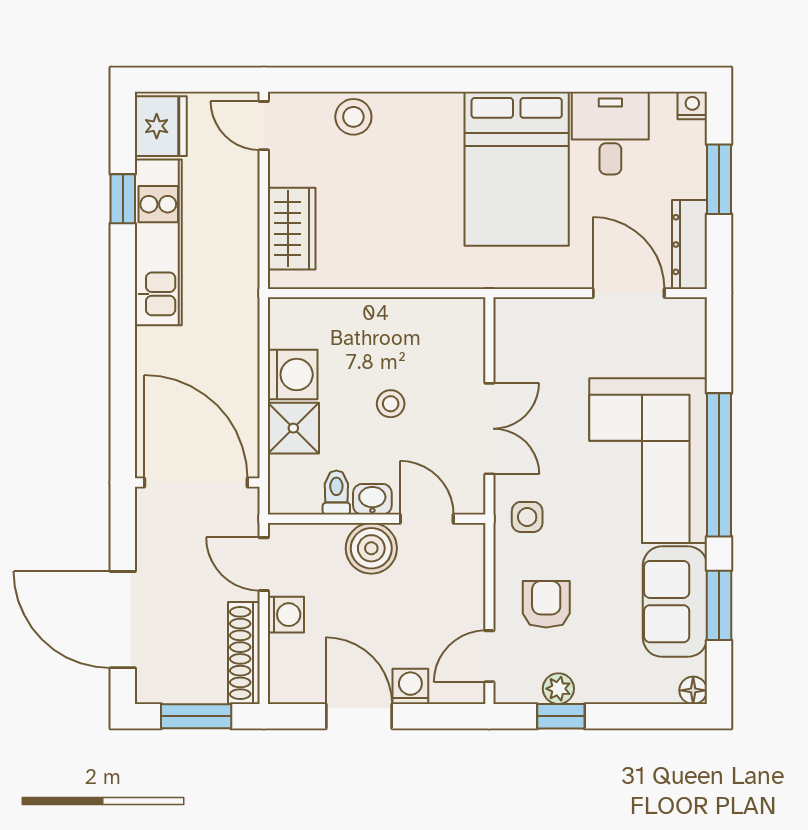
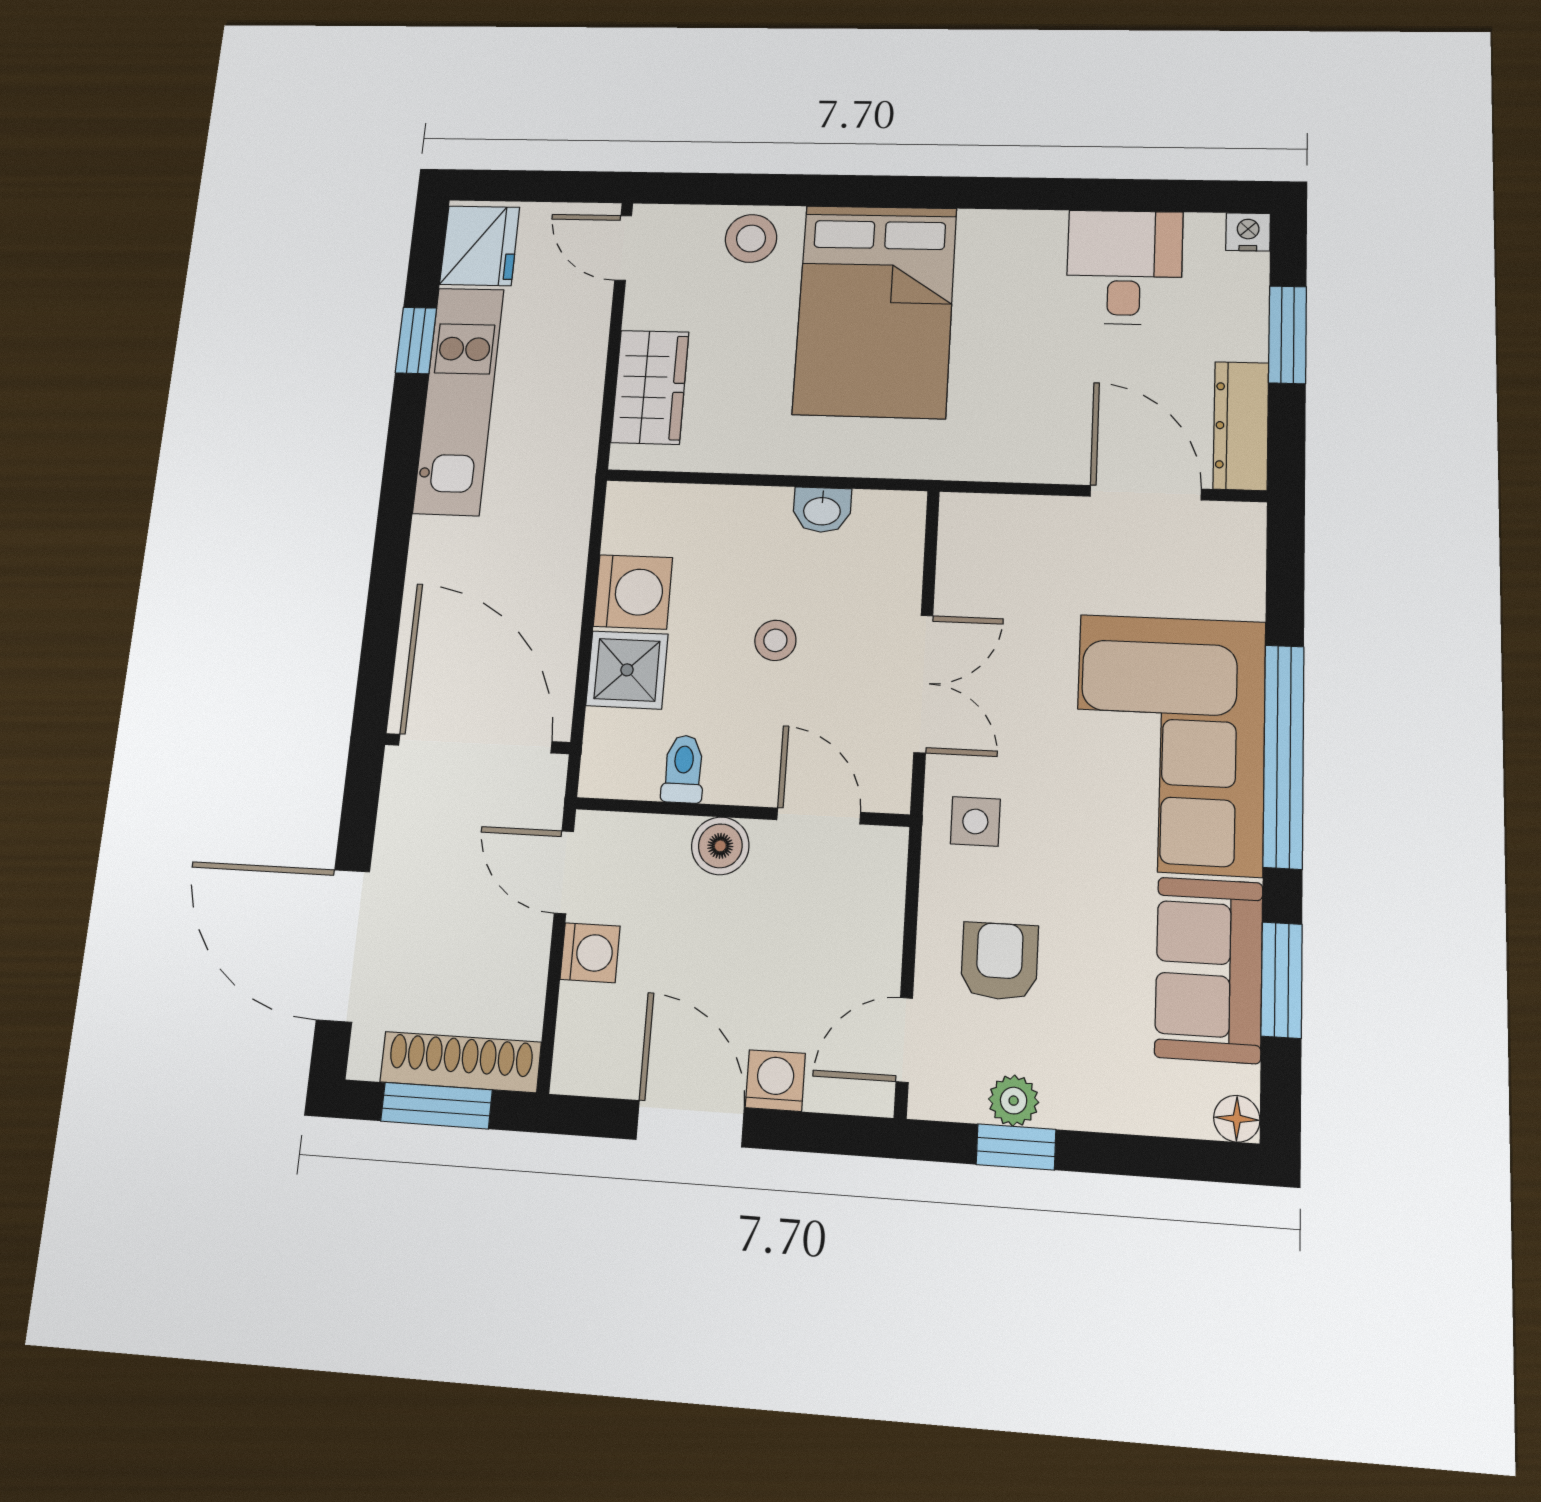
bed: (517, 169) -> (875, 311), moved
washbasin: (372, 499) -> (822, 510), moved, turned 180
boiler: (371, 548) -> (720, 846), width x0.73, depth x0.73
shoe rack: (244, 653) -> (460, 1062), moved, turned 90

